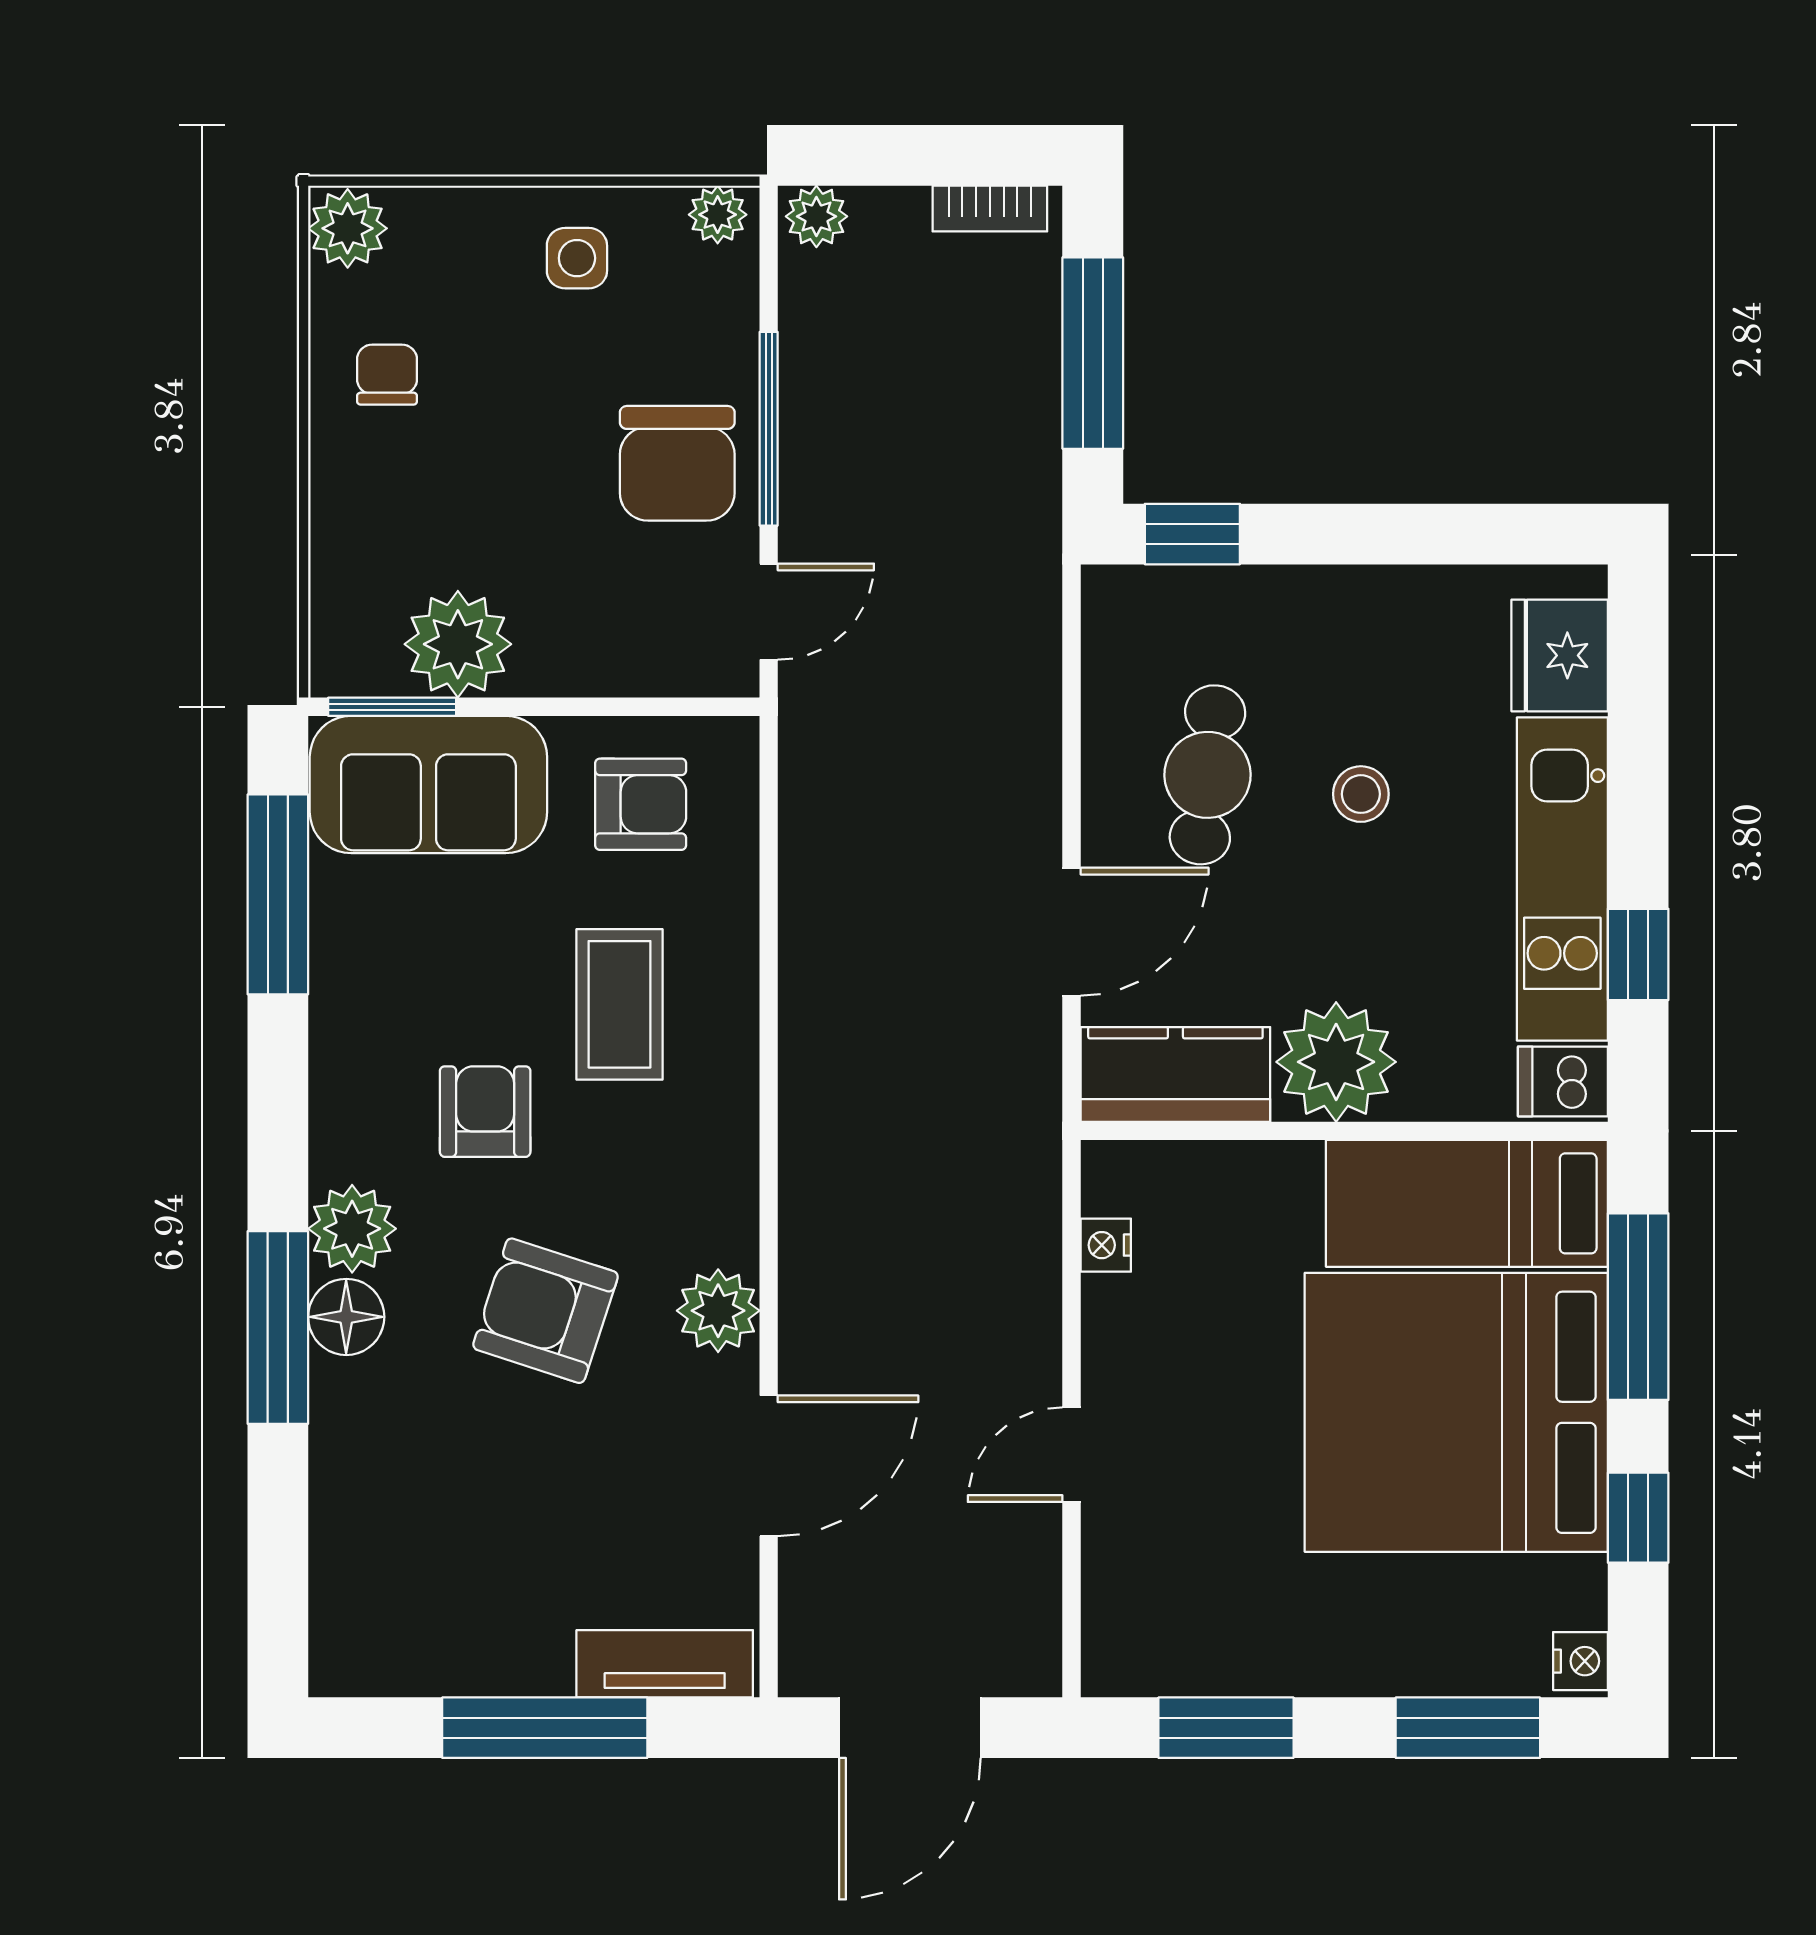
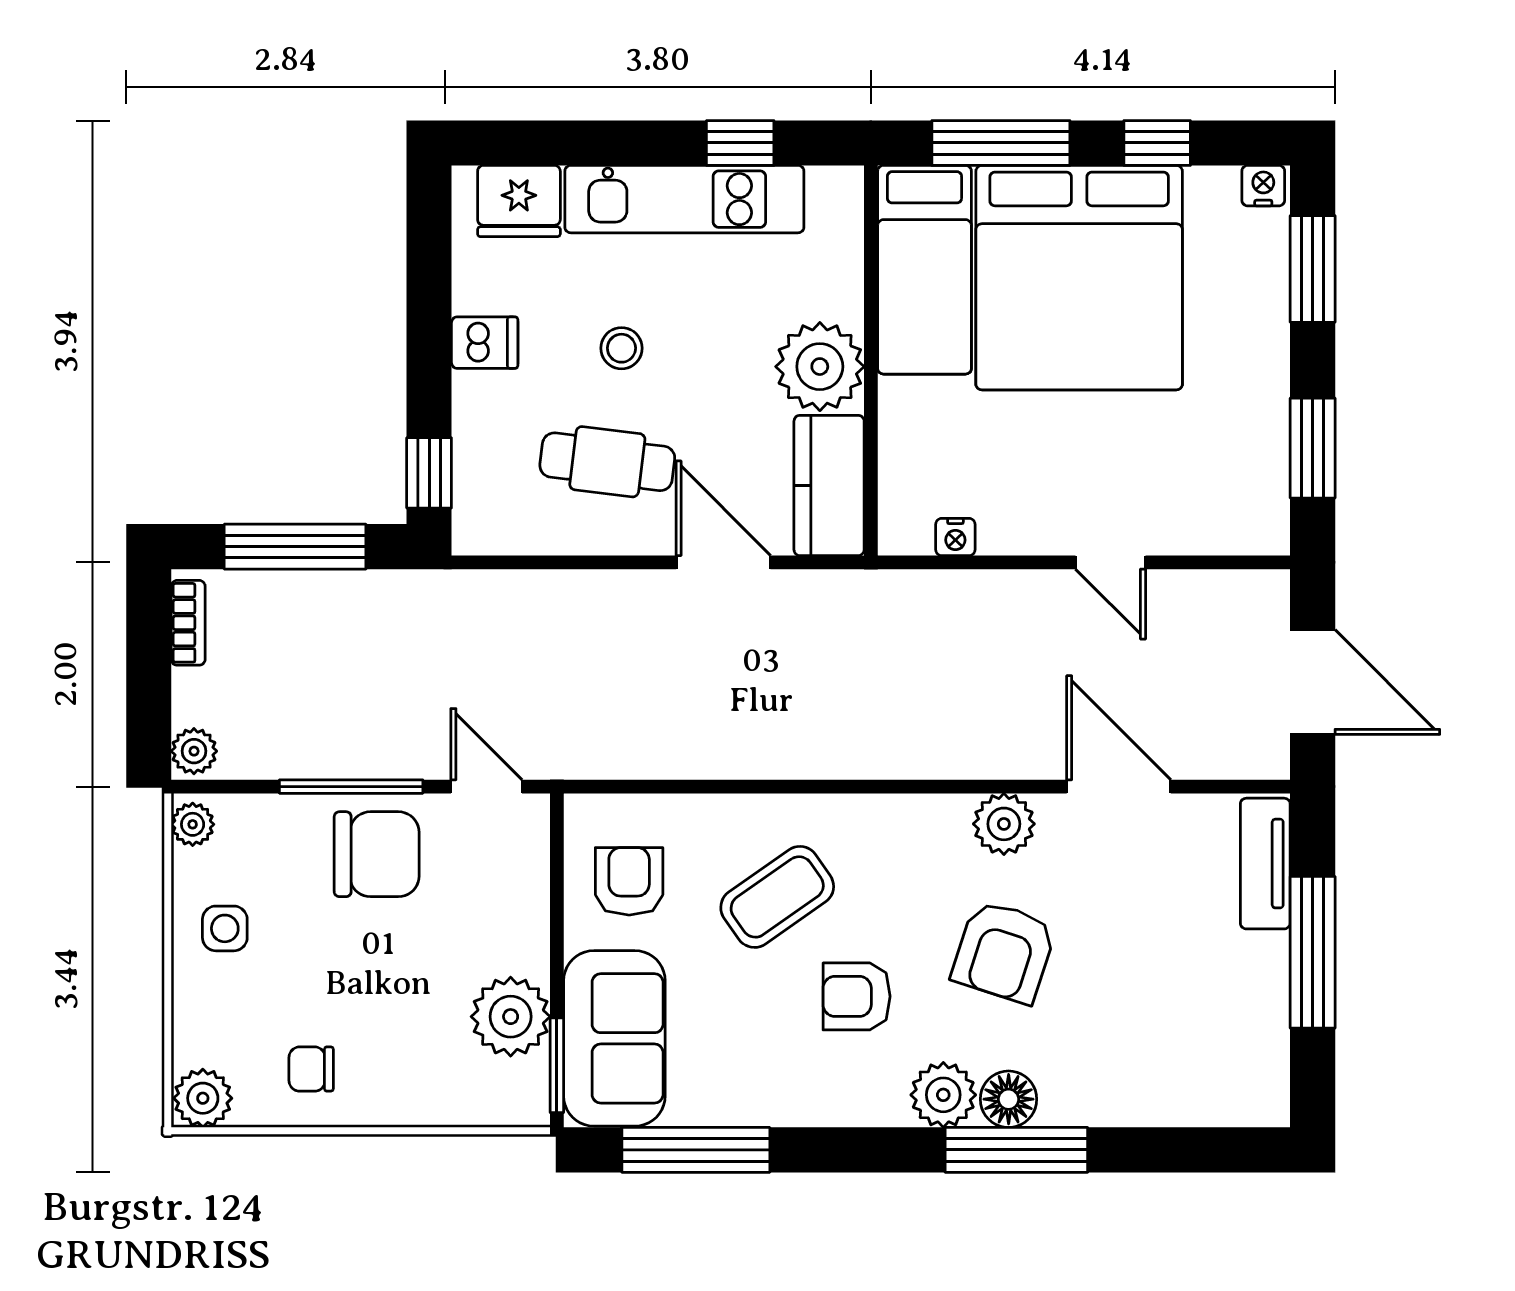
coffee table: (620, 1004) -> (777, 897), turned -35
dishwasher: (1563, 1081) -> (485, 343), moved, turned -90

